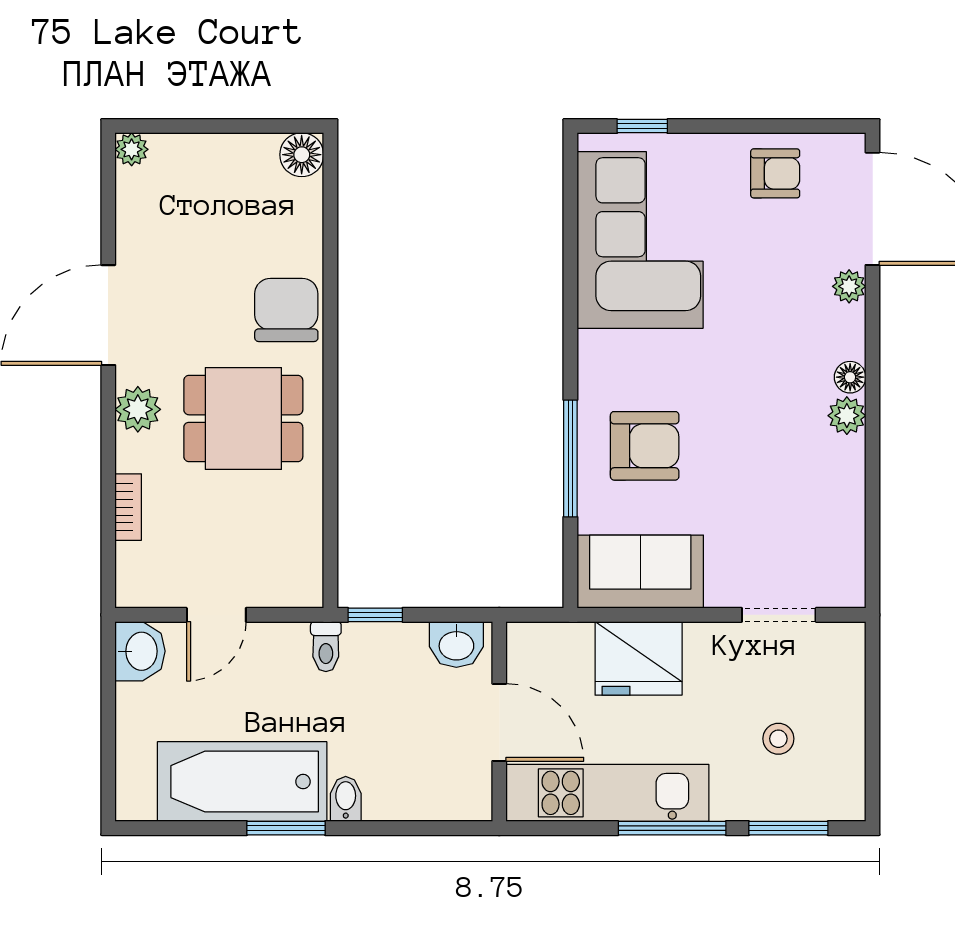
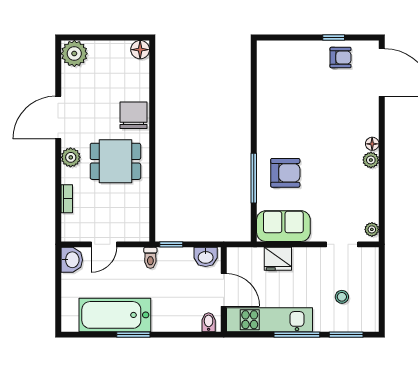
window: (642, 126) -> (334, 37), moved
plant: (132, 149) -> (74, 54), width x1.88, depth x1.88
corner sofa: (640, 240) -> (283, 86), removed
plant: (849, 286) -> (372, 229), moved
fridge: (639, 658) -> (278, 259), width x0.73, depth x0.75
bidet: (346, 799) -> (209, 322), moved

